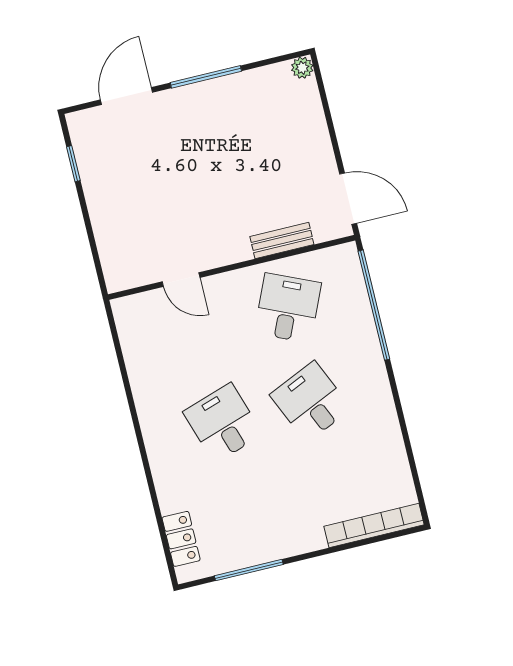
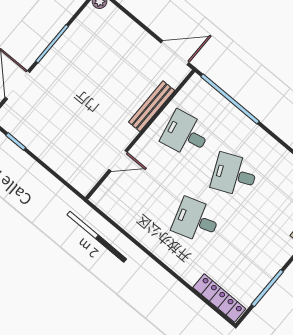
bench: (282, 240) -> (152, 106), width x1.36
desk: (288, 308) -> (186, 134), turned -36
locker: (181, 539) -> (219, 298), width x1.53

